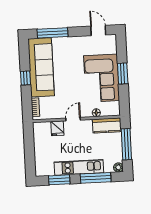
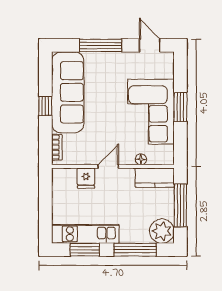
window: (52, 33) -> (101, 45), moved
kitchen unit: (79, 167) -> (85, 234), moved
plant: (118, 167) -> (162, 231), width x1.88, depth x1.88

